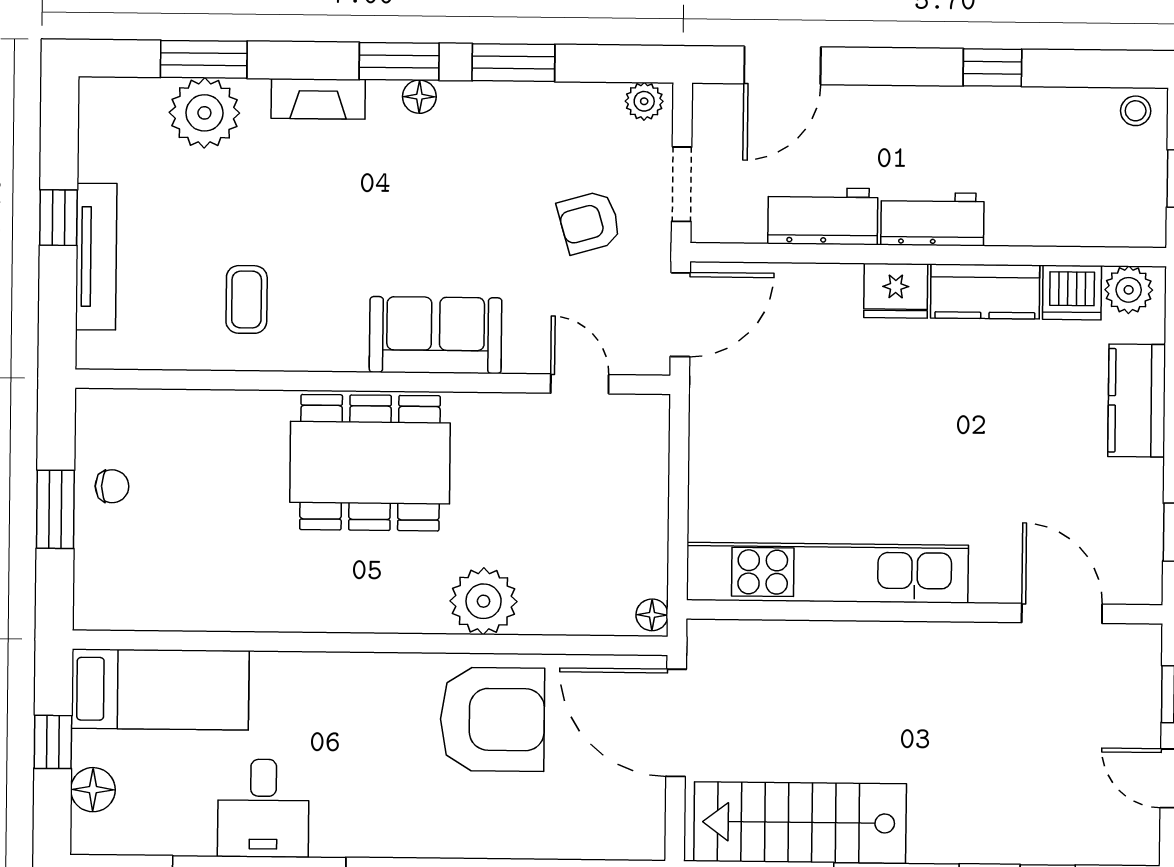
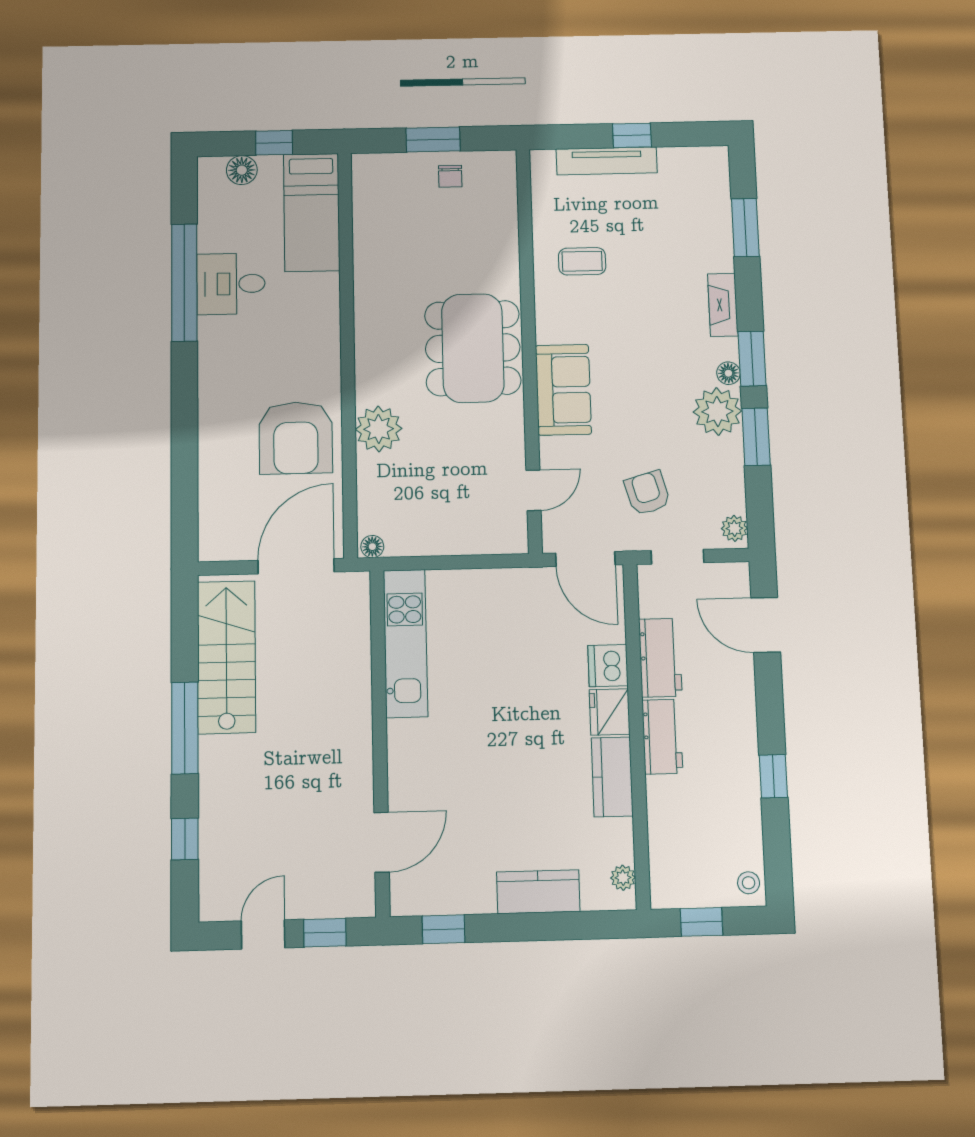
plant: (204, 113) -> (717, 411), moved
plant: (1129, 290) -> (623, 878), width x0.73, depth x0.73
dishwasher: (1072, 293) -> (608, 666), moved
kitchen unit: (827, 573) -> (405, 643), width x0.73

